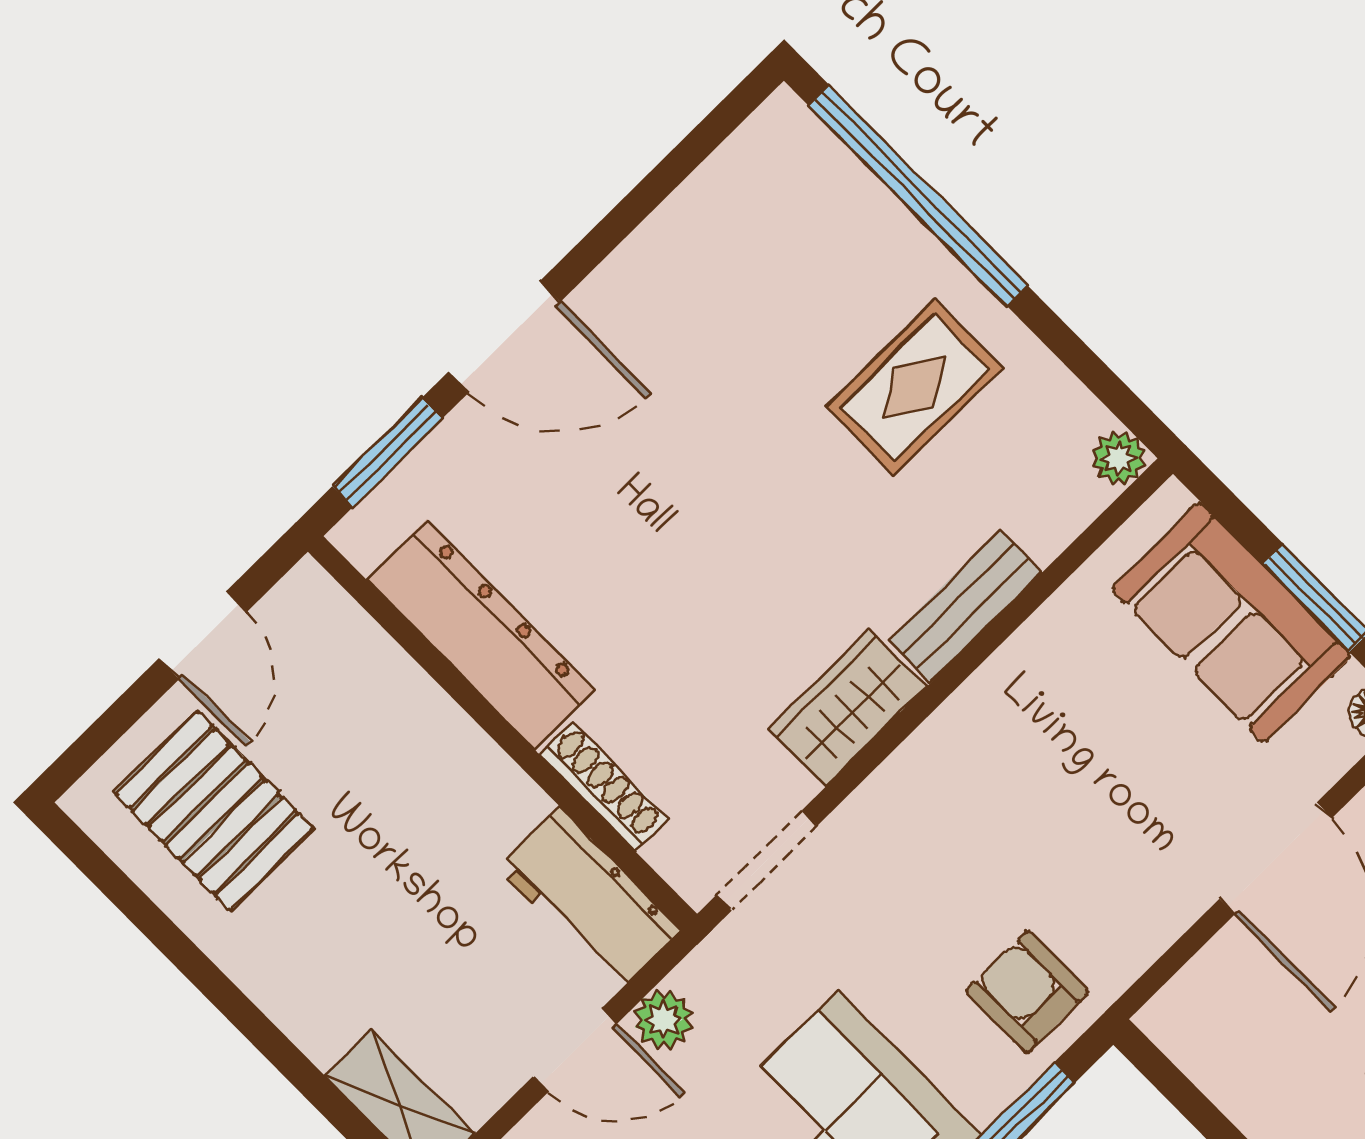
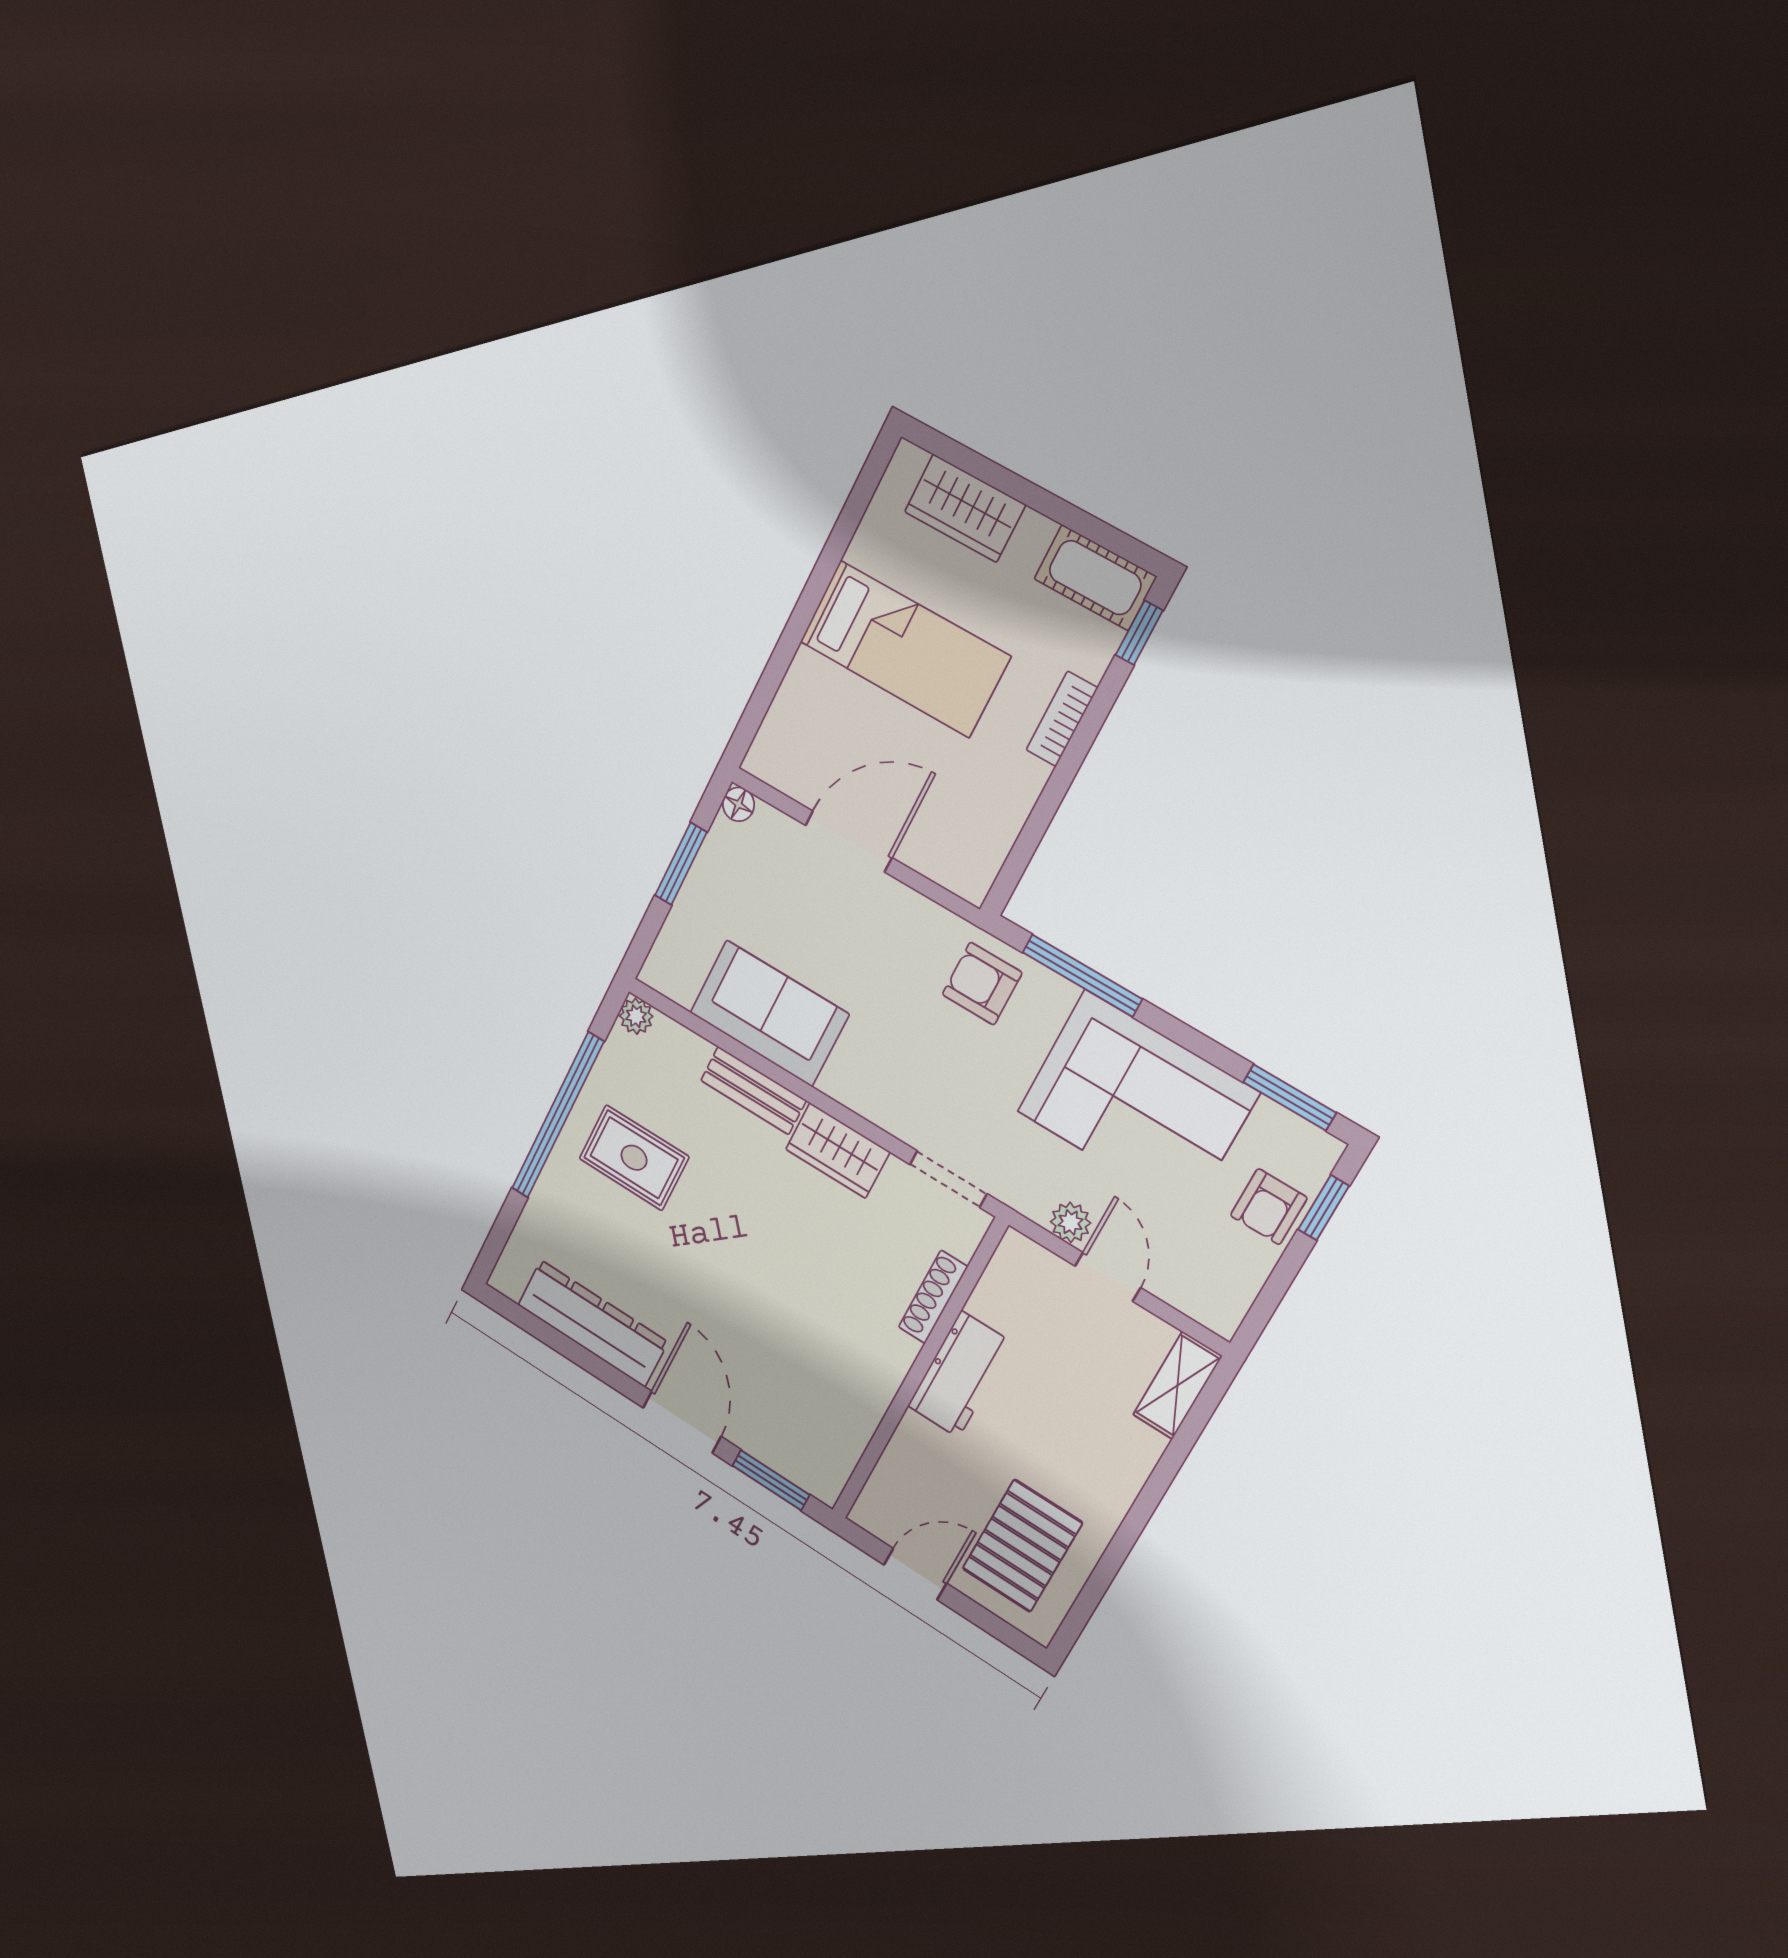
window: (918, 196) -> (558, 1115), moved
sofa: (1232, 622) -> (769, 1013), moved, turned -90
dresser: (481, 635) -> (593, 1323), moved, turned 90
workbench: (589, 899) -> (960, 1374), moved
armchair: (1027, 992) -> (982, 984), turned 90

